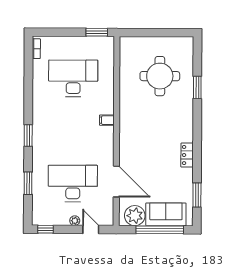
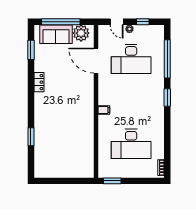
round table: (160, 76) -> (61, 146), removed
window: (28, 183) -> (167, 59), width x2.11
window: (45, 229) -> (143, 22), moved

